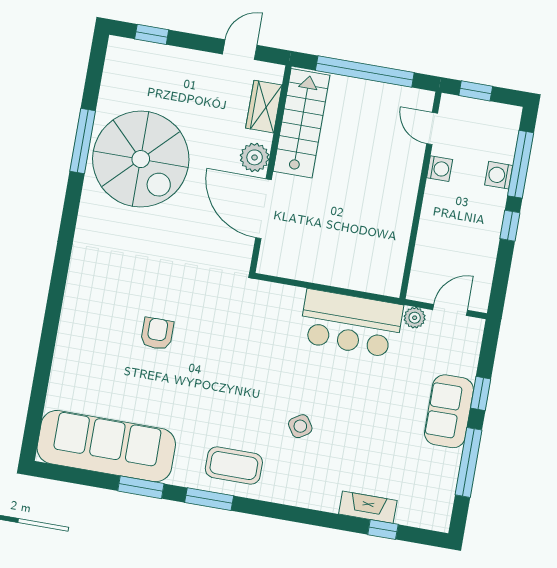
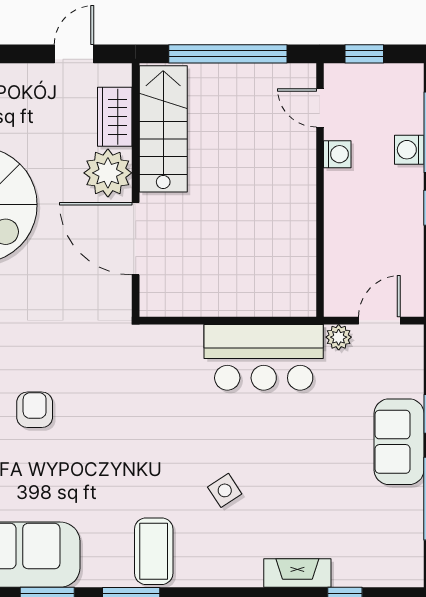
plant: (255, 157) -> (108, 173), width x1.36, depth x1.36
coffee table: (234, 466) -> (154, 551), turned 90
fireplace: (368, 507) -> (297, 573), moved

